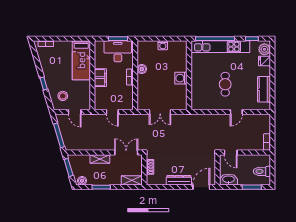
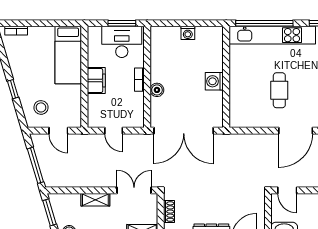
boiler: (142, 69) -> (157, 90), moved
double door: (160, 112) -> (184, 131), width x1.87
door: (236, 112) -> (296, 131), width x1.88

